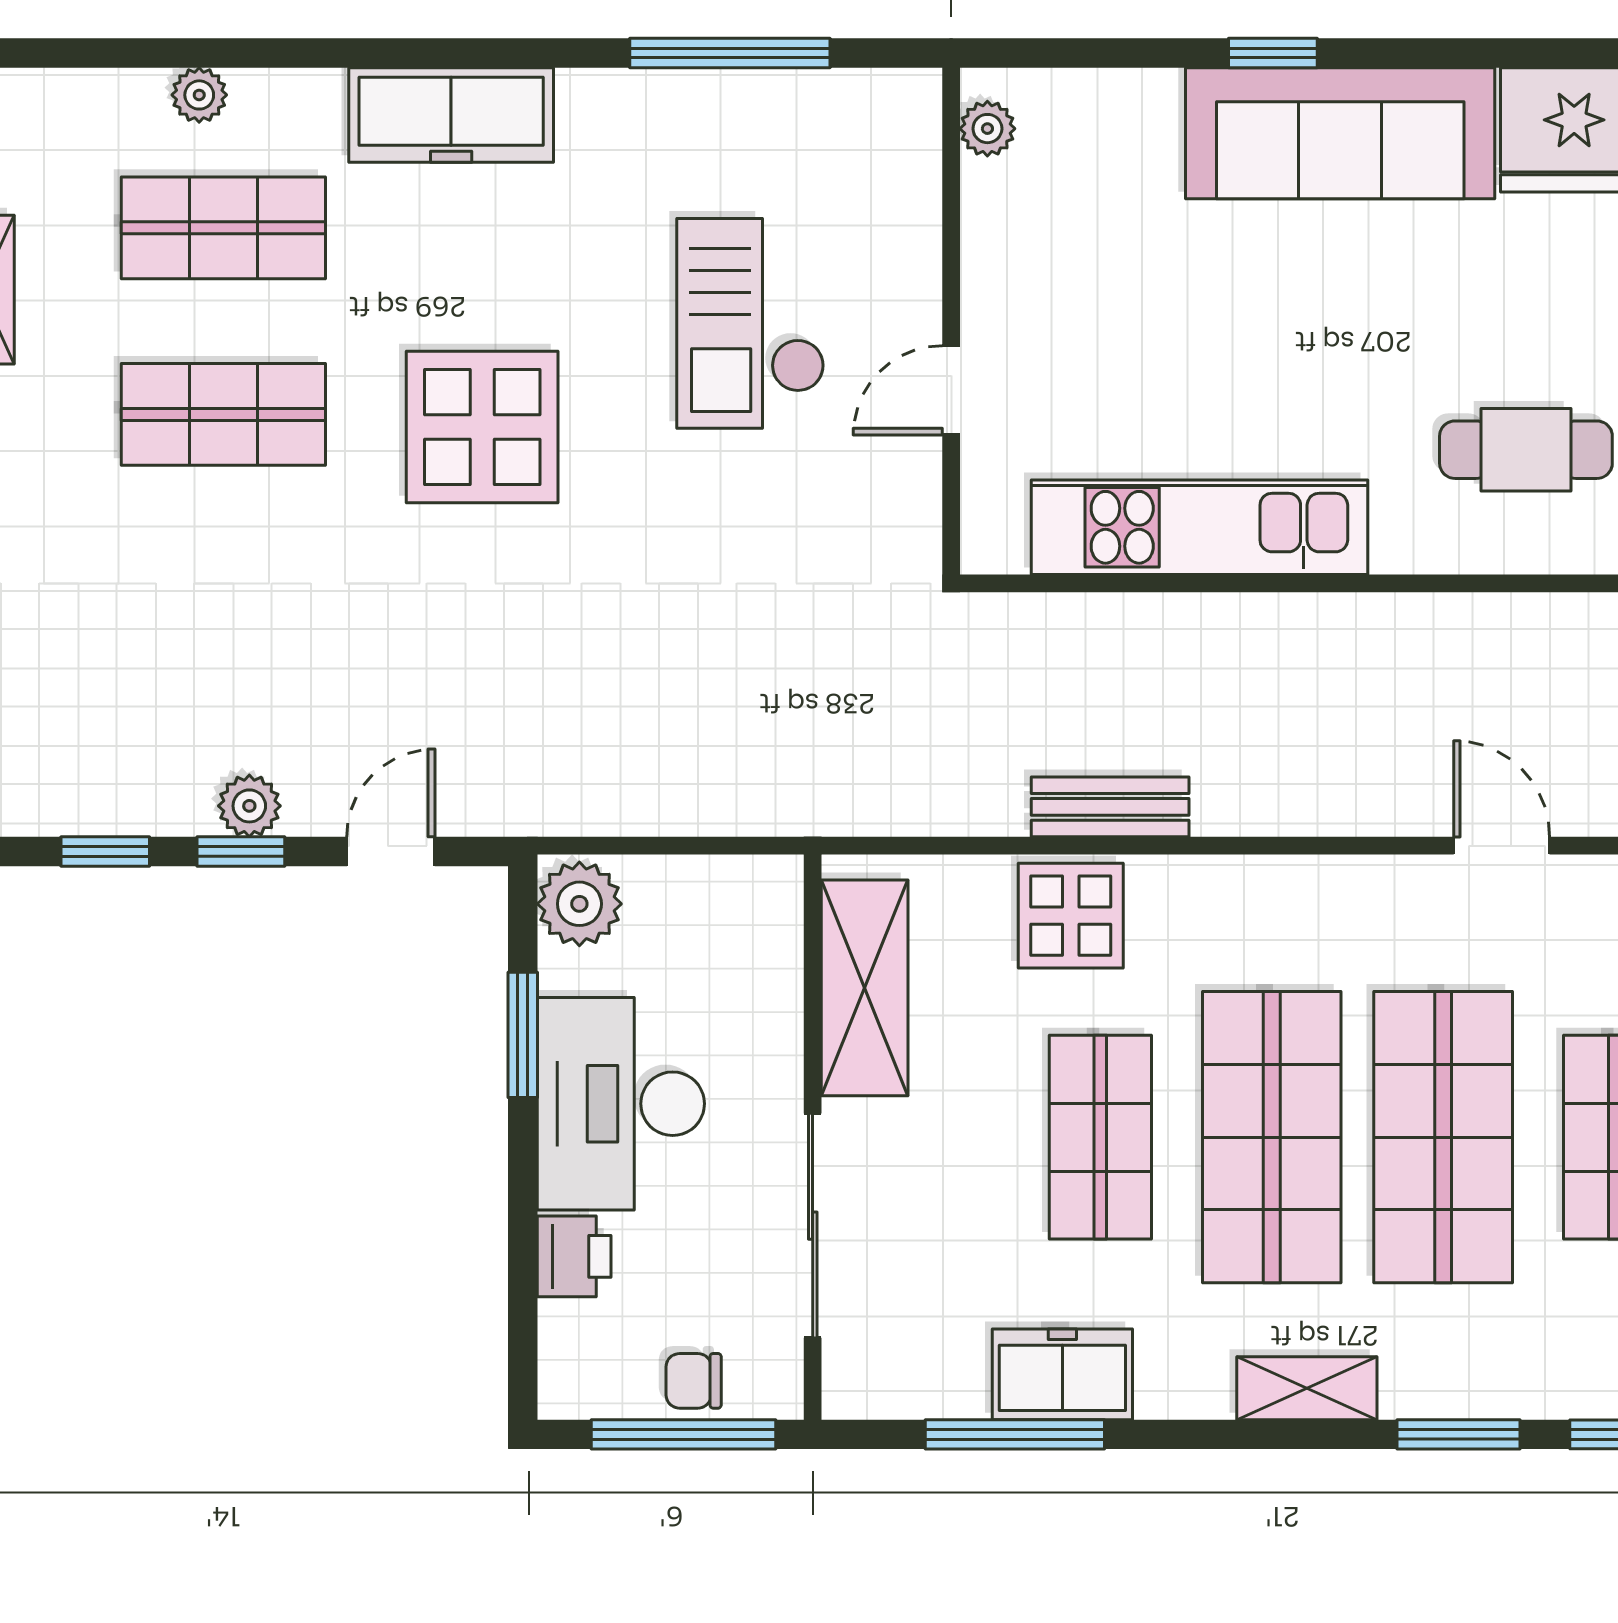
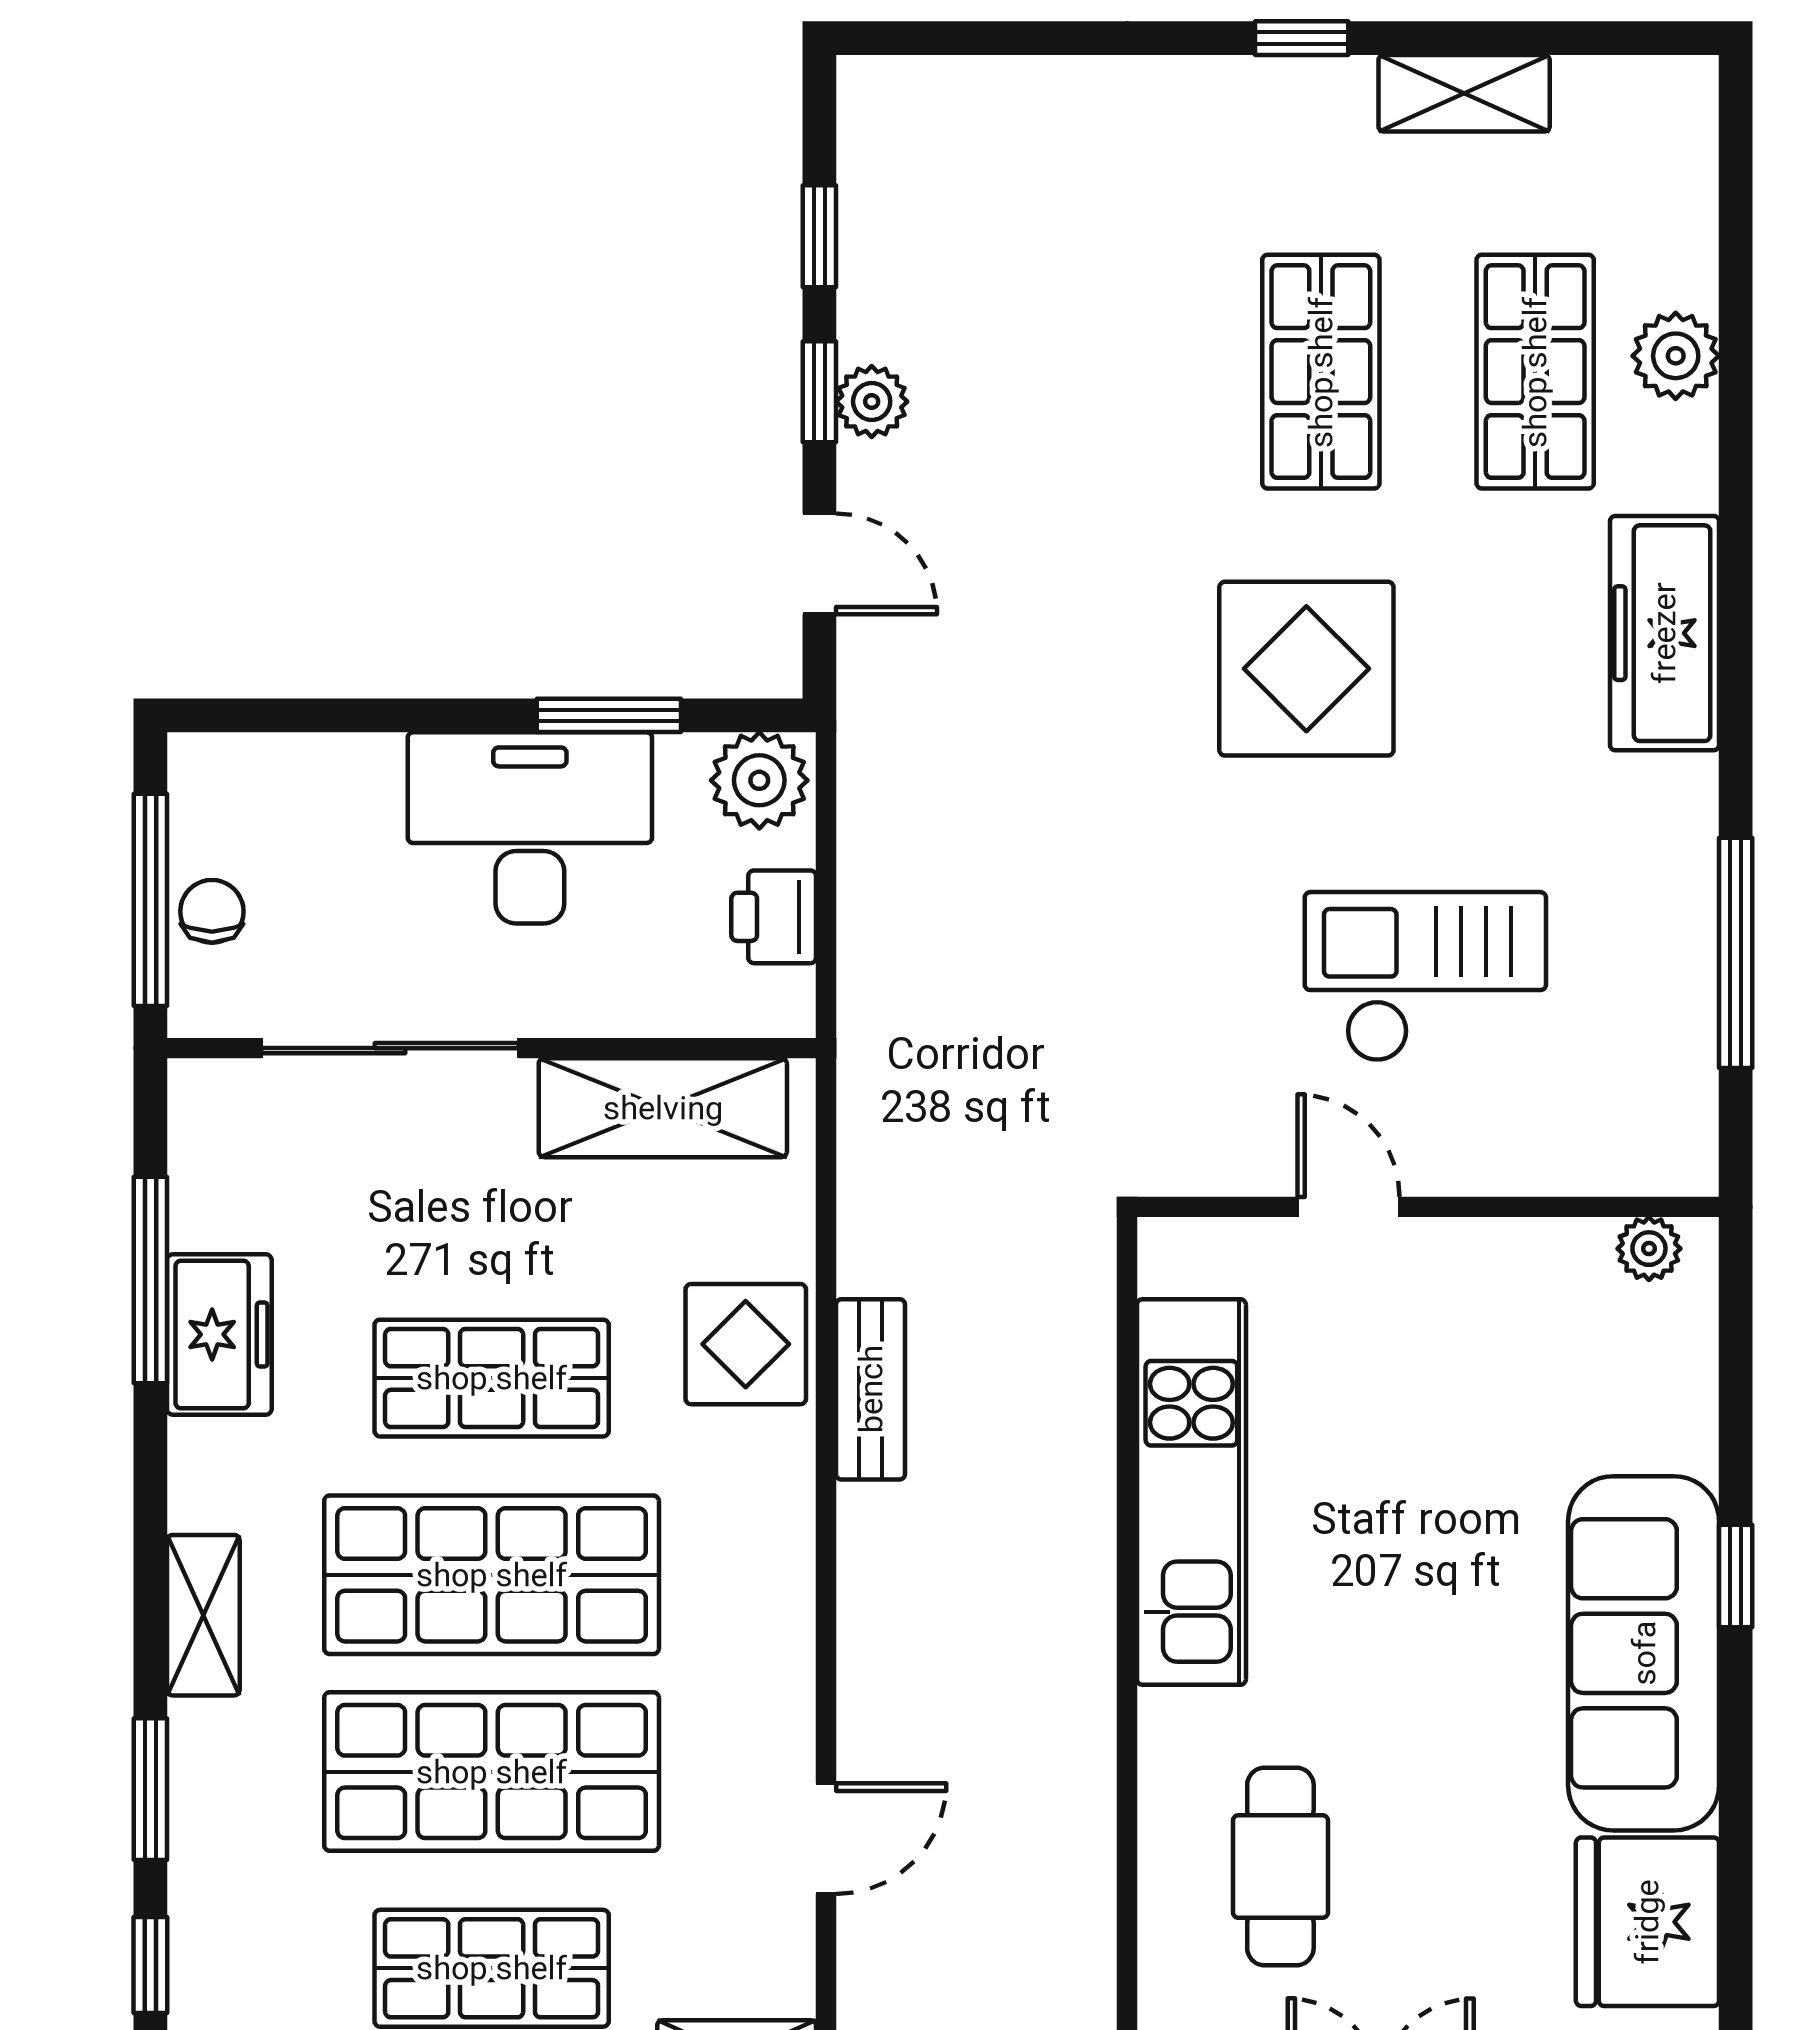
plant: (199, 95) -> (1676, 356), width x1.38, depth x1.38
printer: (574, 1256) -> (774, 917), moved, turned 90

